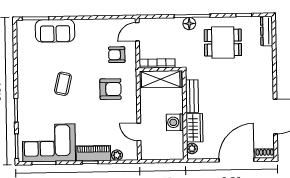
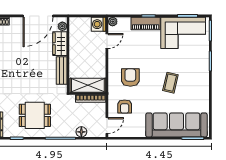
floor lamp: (189, 24) -> (81, 132), moved
sofa: (55, 31) -> (176, 125), width x1.85, depth x1.27
armchair: (117, 55) -> (125, 106), turned 90
armchair: (110, 89) -> (130, 78), turned 90
washing machine: (175, 122) -> (99, 24), moved, turned 180
door: (139, 132) -> (107, 41), hinge flipped
plant: (117, 155) -> (113, 22), moved
door: (236, 160) -> (38, 16), moved

